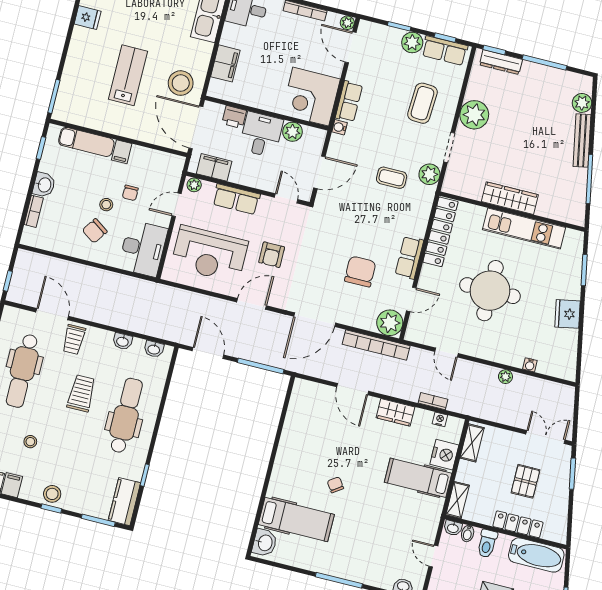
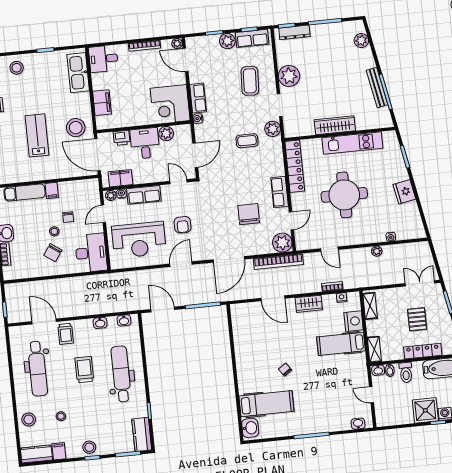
bench: (582, 141) -> (377, 87), moved
water cooler: (208, 188) -> (121, 194), added

